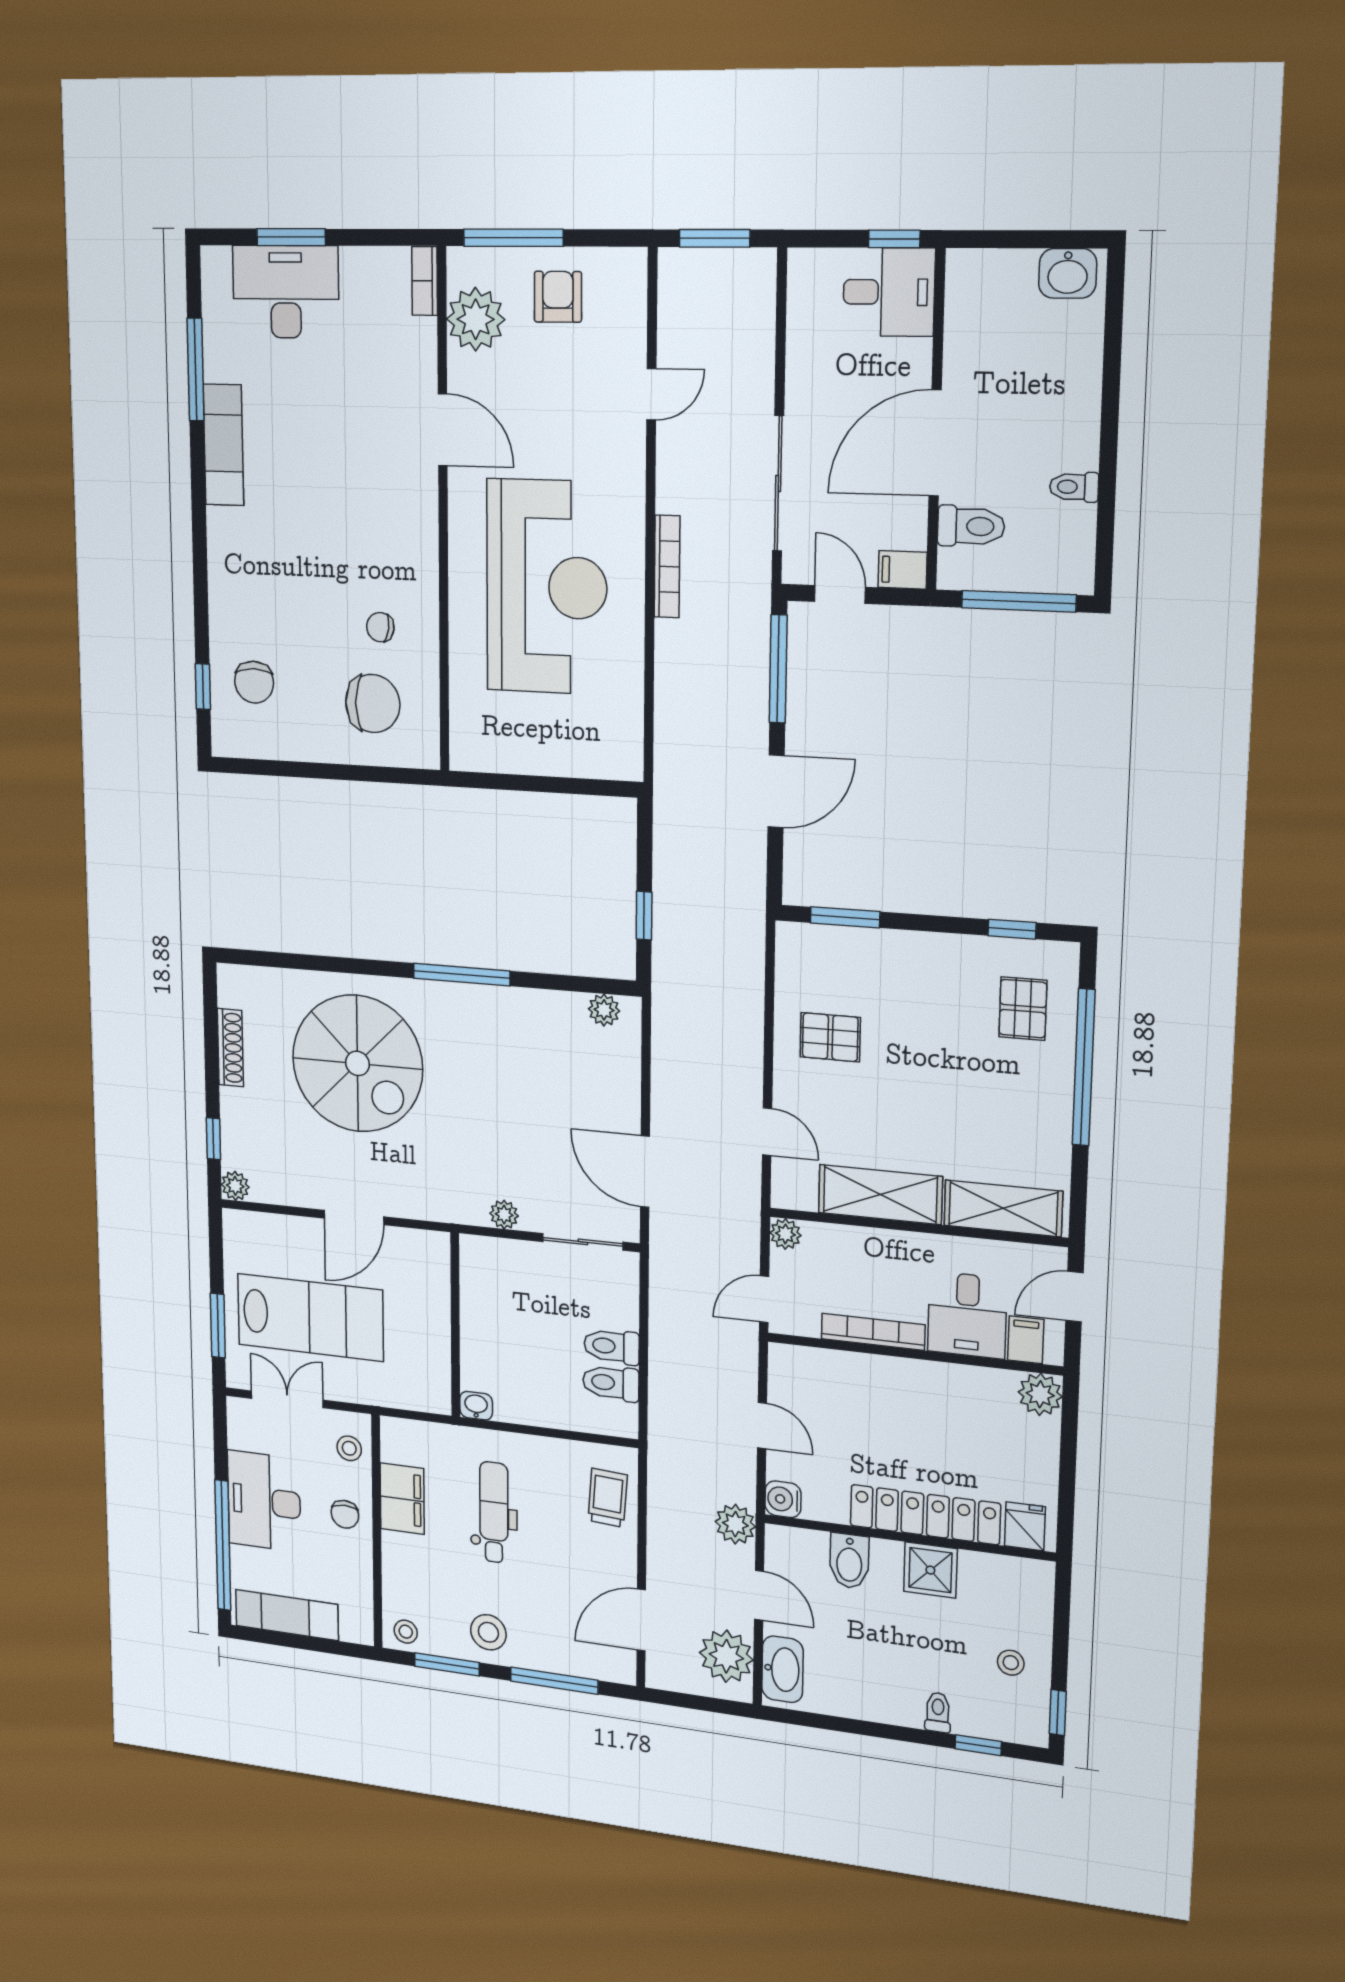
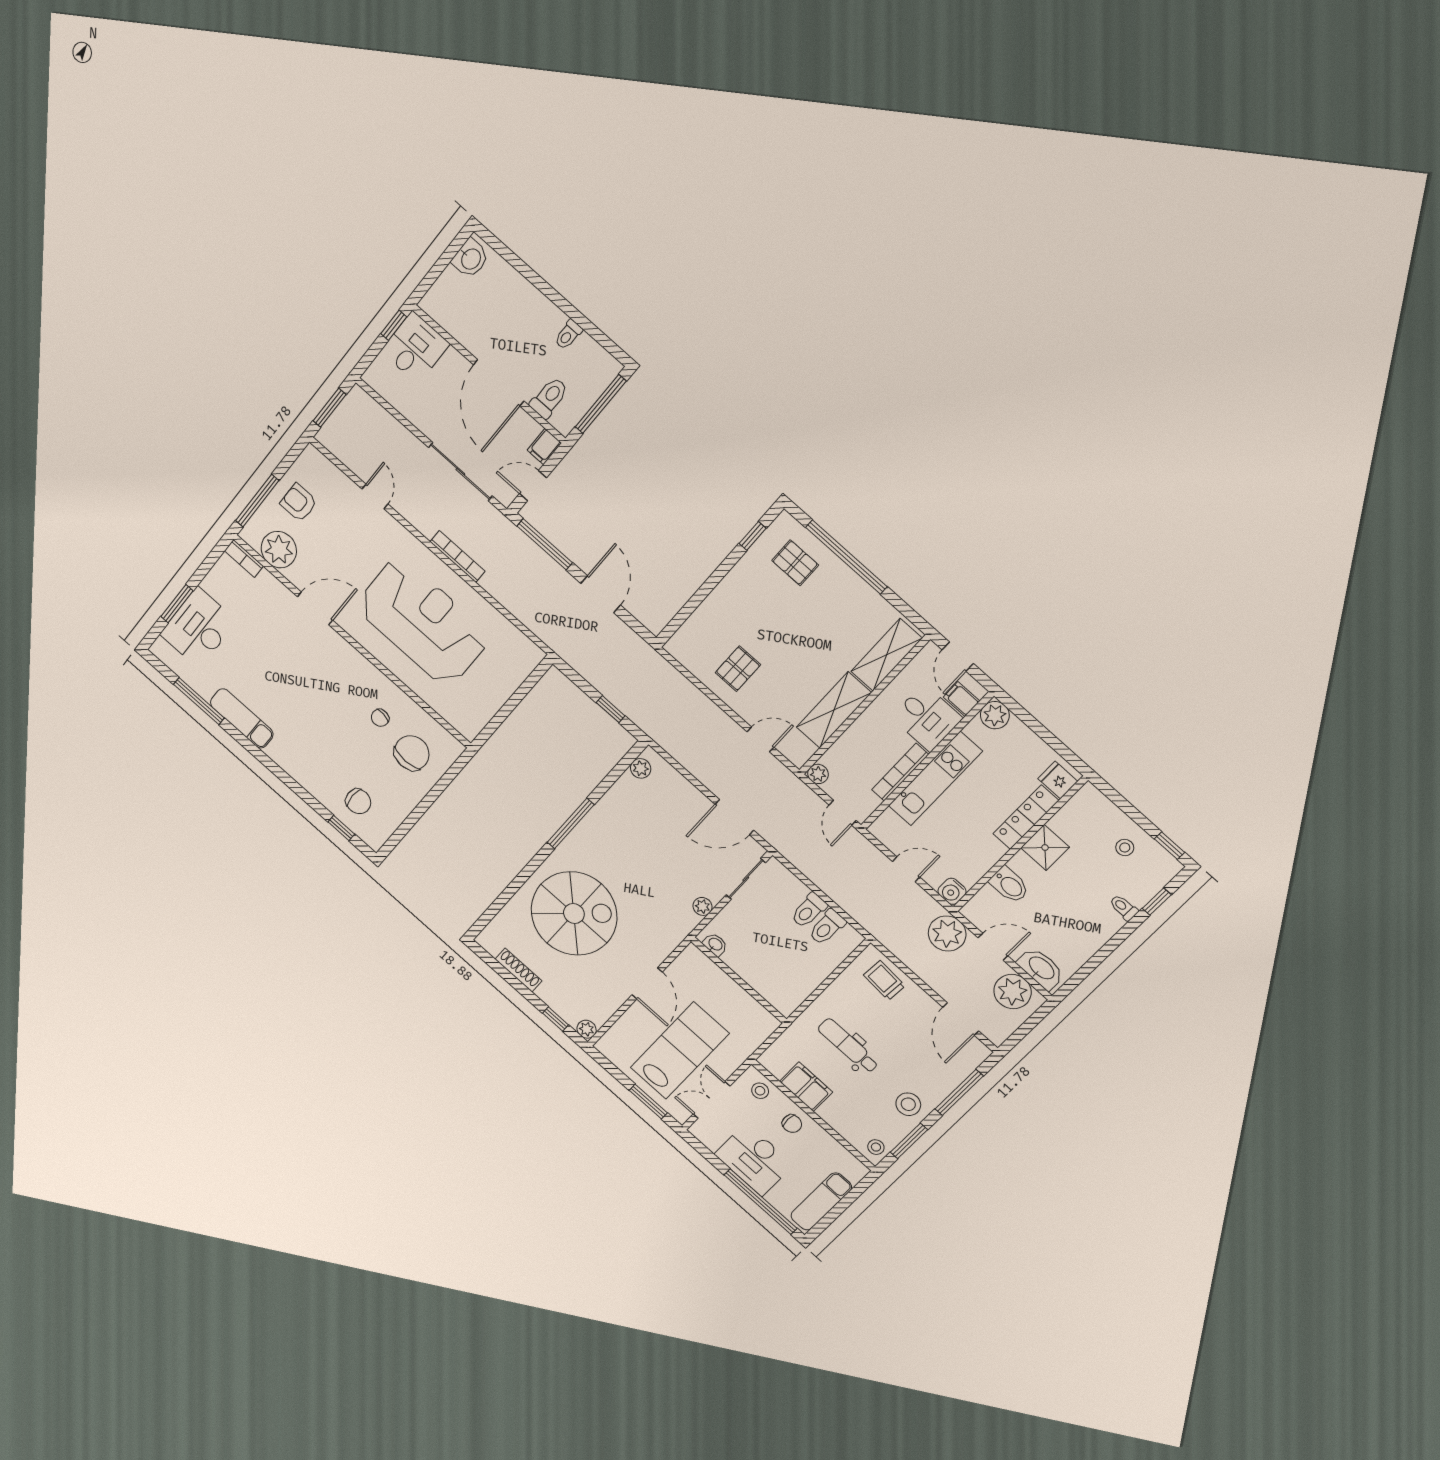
window: (845, 917) -> (686, 612), removed
kitchen unit: (902, 1380) -> (935, 779), added
washbasin: (476, 1406) -> (715, 944), moved, turned 90
locker: (925, 1515) -> (1026, 817), width x0.71, depth x0.83
plant: (735, 1524) -> (947, 934), width x1.36, depth x1.36

